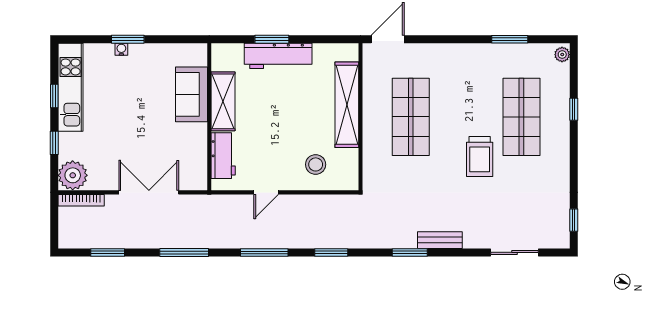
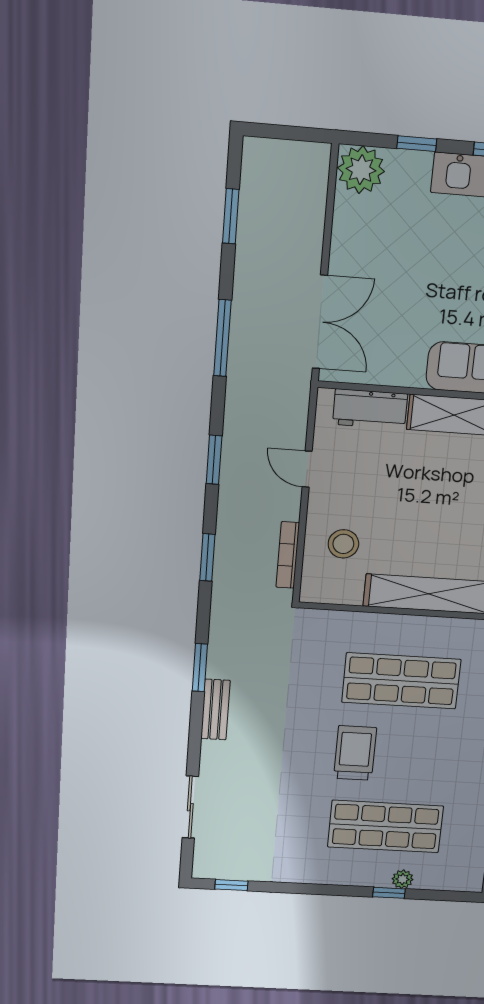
plant: (562, 55) -> (402, 879), moved
trolley: (480, 157) -> (355, 753), moved, turned 90
double door: (149, 192) -> (320, 322), moved
bookcase: (81, 200) -> (288, 555), moved
window: (264, 252) -> (214, 460), width x0.69

